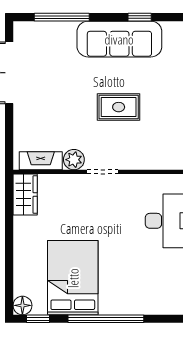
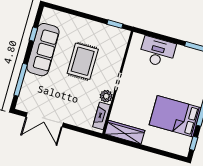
rug: (119, 107) -> (83, 61), width x1.36, depth x1.43
wardrobe: (25, 195) -> (125, 132), width x1.50
floor lamp: (22, 305) -> (183, 150), removed

